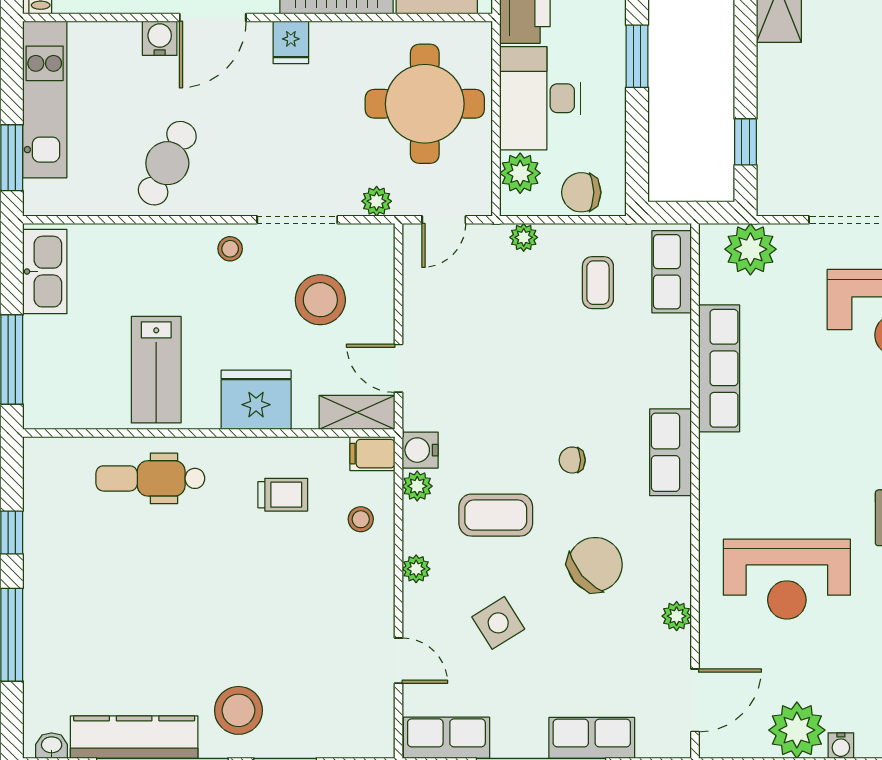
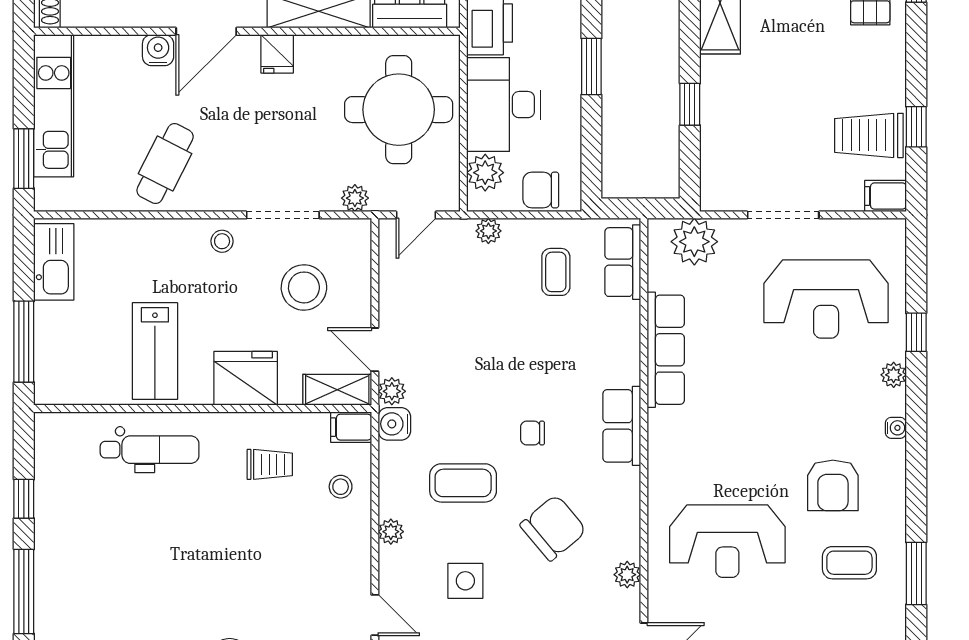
window: (745, 142) -> (690, 104), moved
dental chair: (150, 478) -> (150, 450), turned 180
plant: (417, 486) -> (392, 391), moved
side table: (498, 623) -> (465, 581), turned 32

